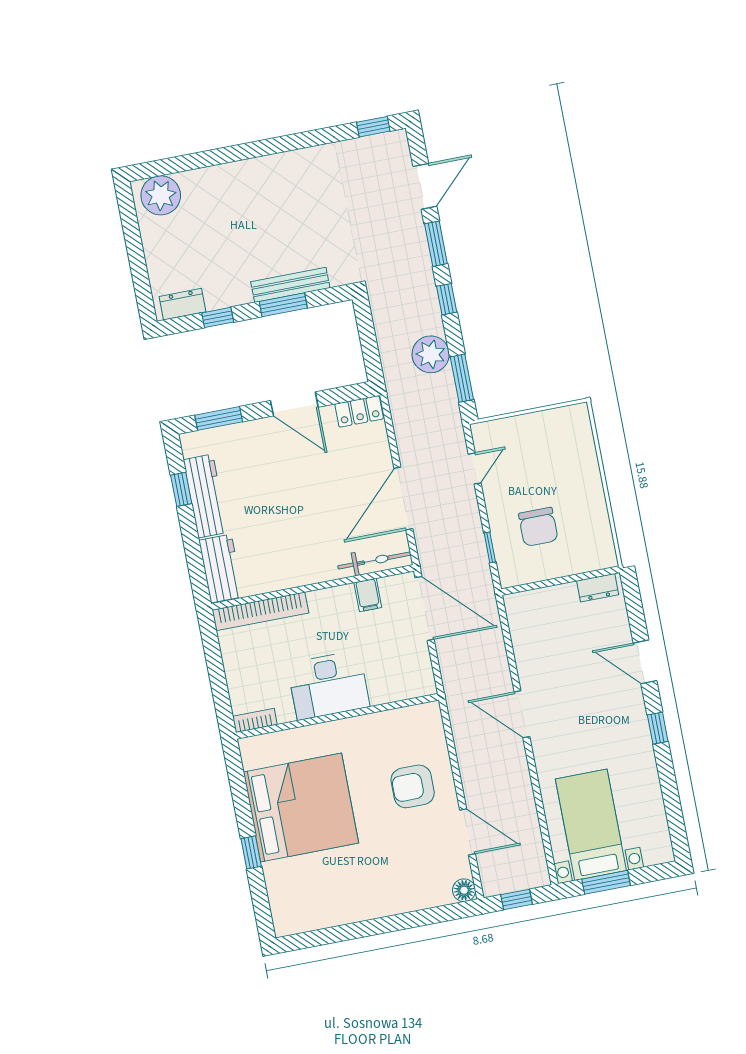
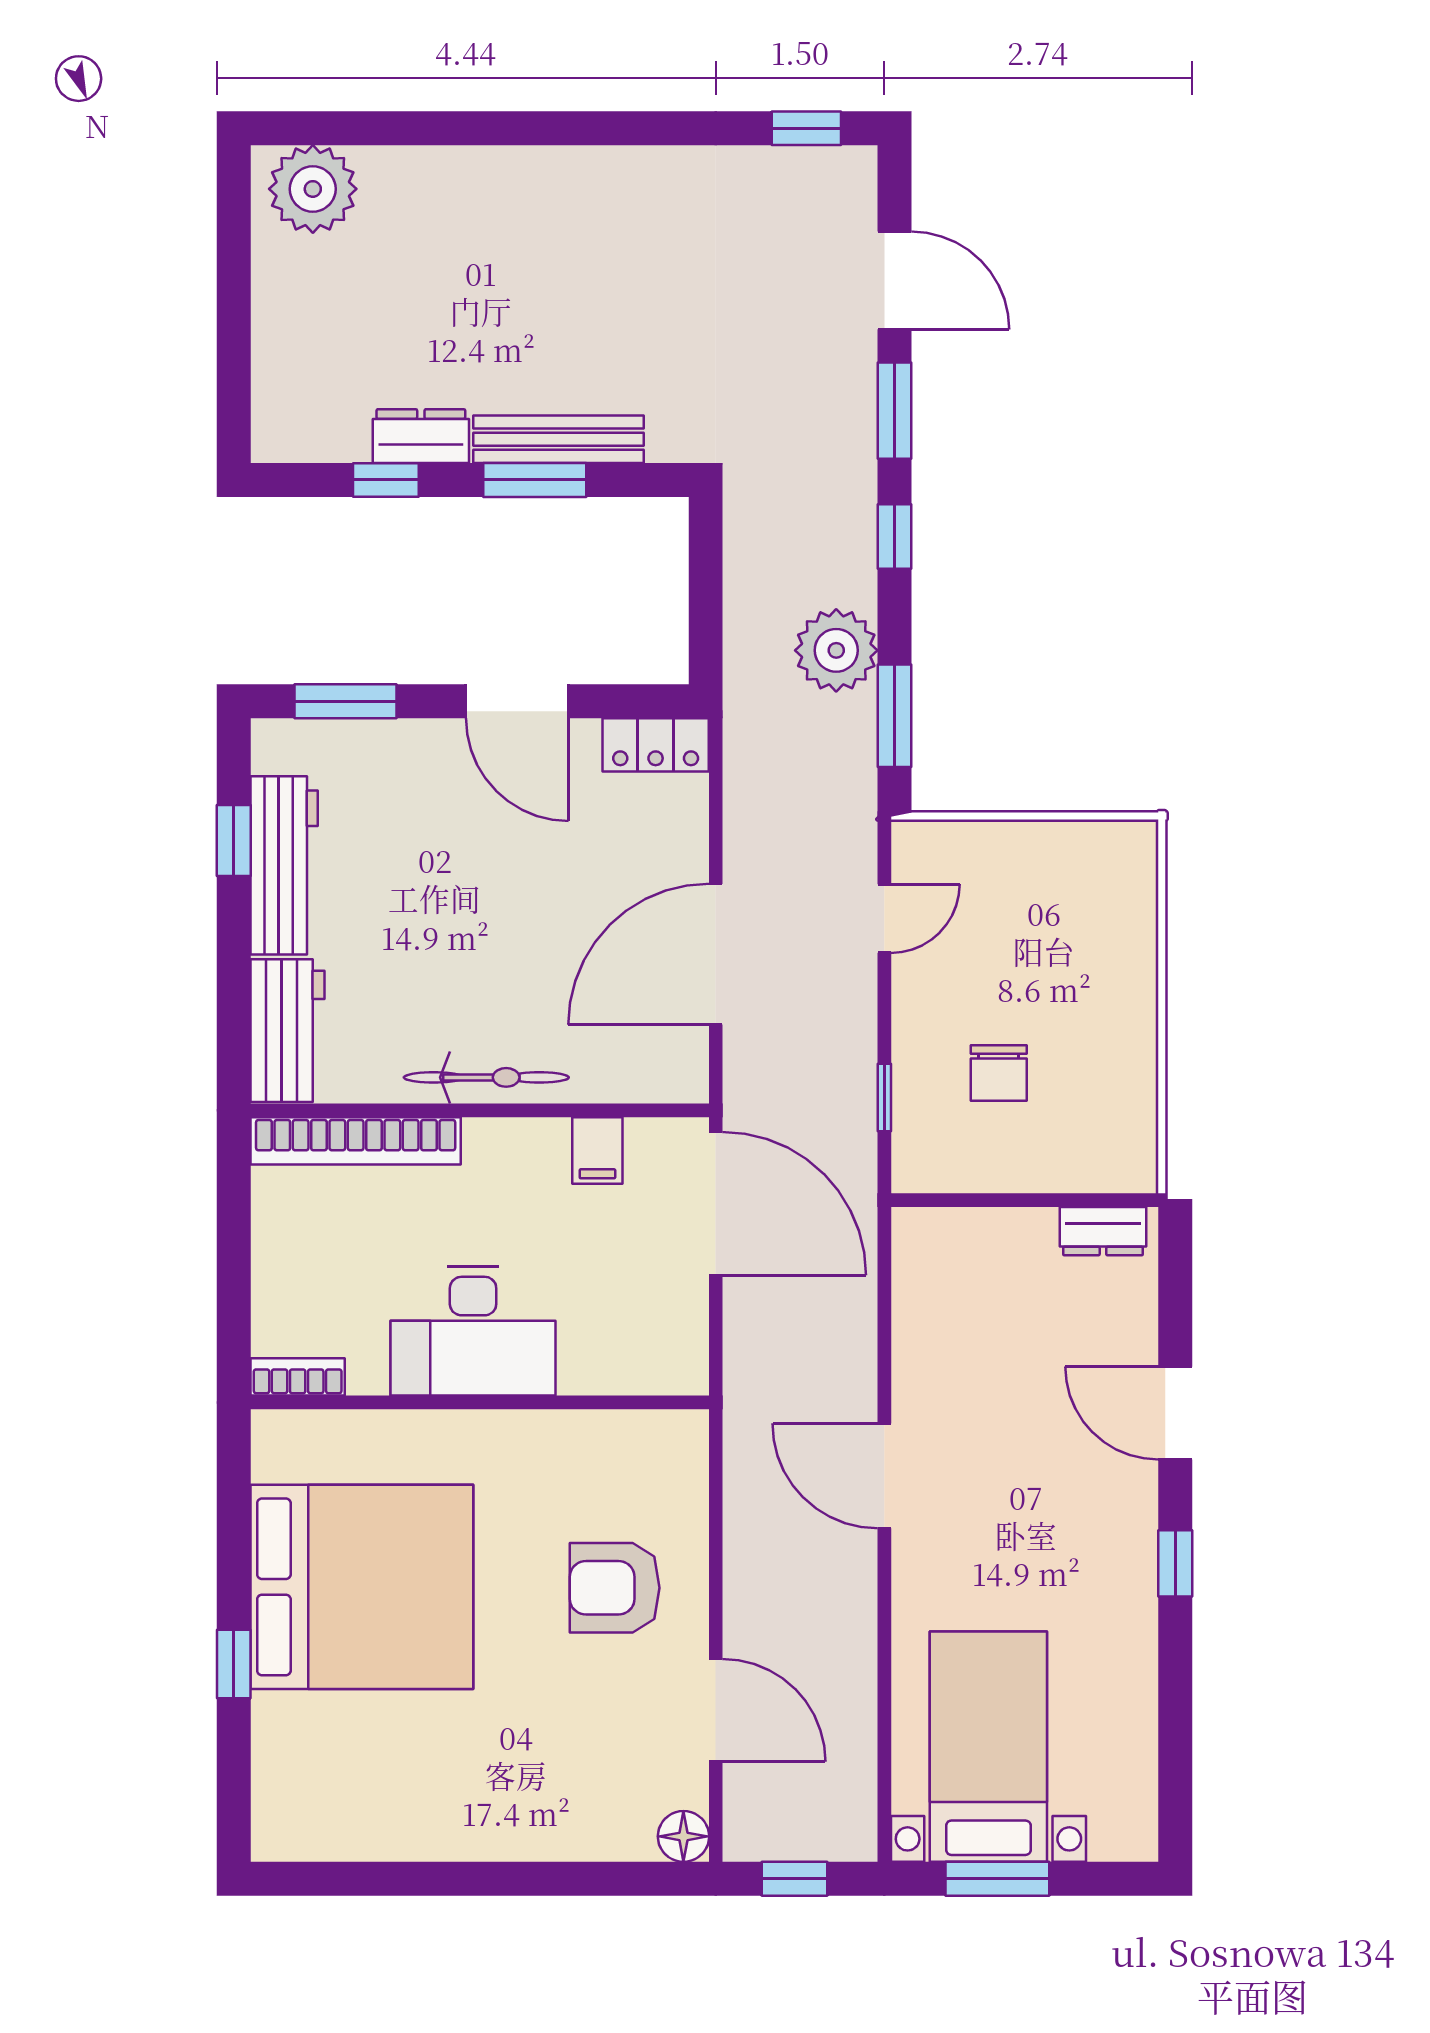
door: (425, 186) -> (894, 280), hinge flipped
dresser: (182, 304) -> (421, 436), moved
chair: (538, 527) -> (999, 1073), width x0.73, depth x0.73
bicycle: (374, 560) -> (486, 1077), moved

